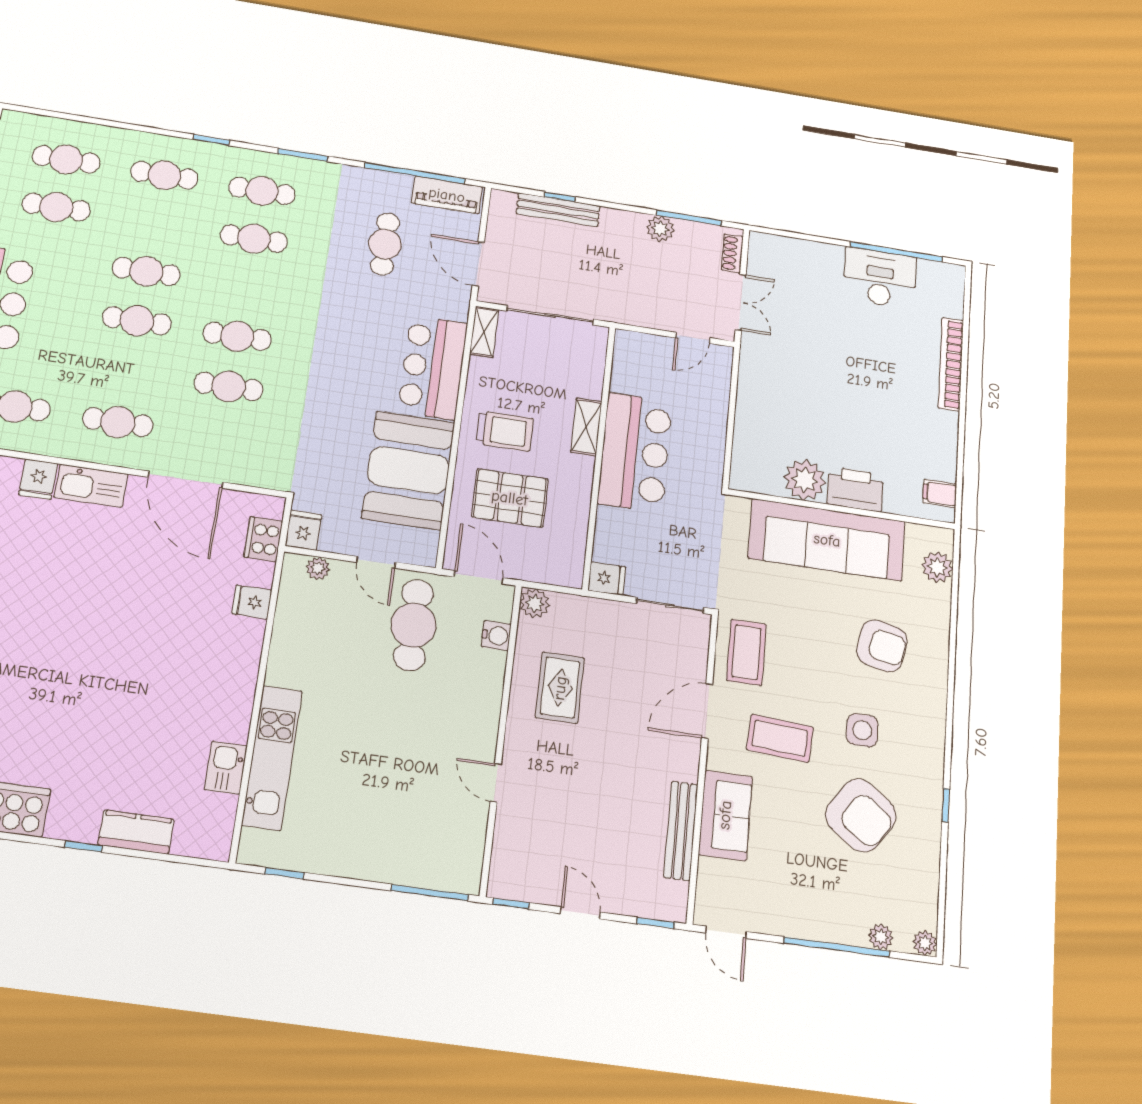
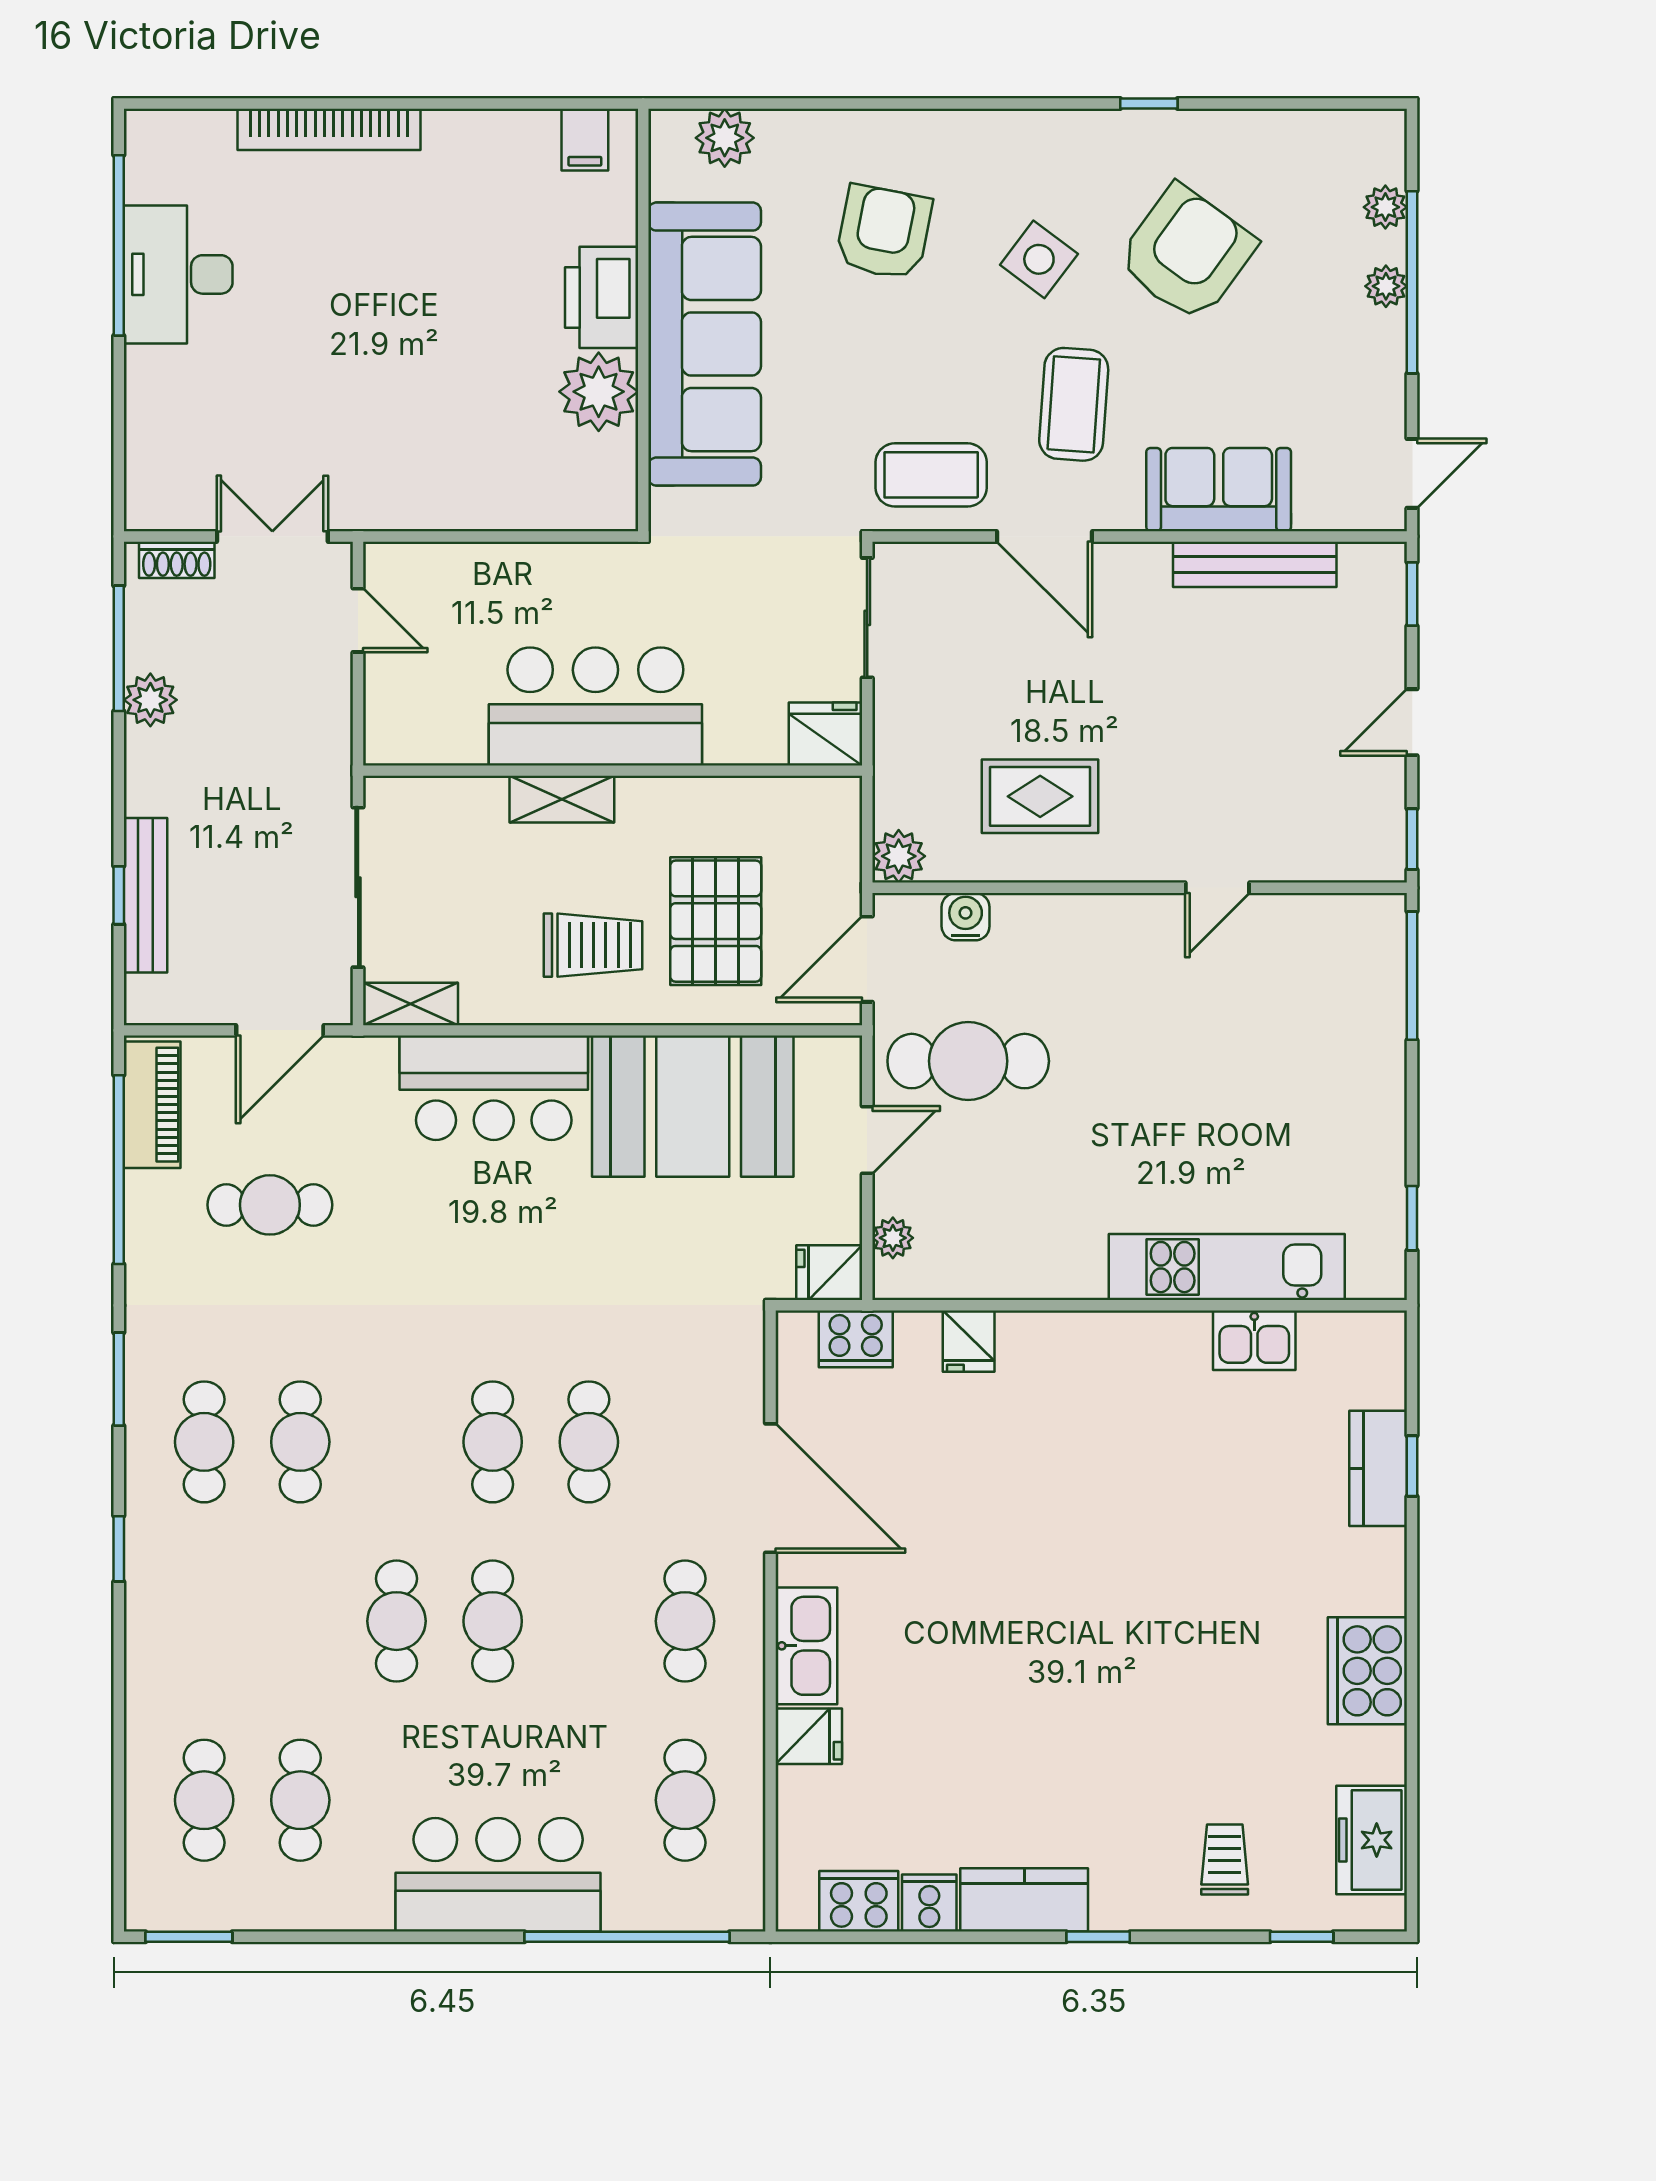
cafe table: (164, 175) -> (204, 1621), removed
trolley: (505, 431) -> (593, 945), turned 90
door: (186, 480) -> (770, 1488), hinge flipped
fridge: (607, 579) -> (826, 734), width x1.38
side table: (862, 730) -> (1039, 259), turned 37
window: (84, 846) -> (1412, 1466), moved
plant: (925, 943) -> (1386, 286), moved

